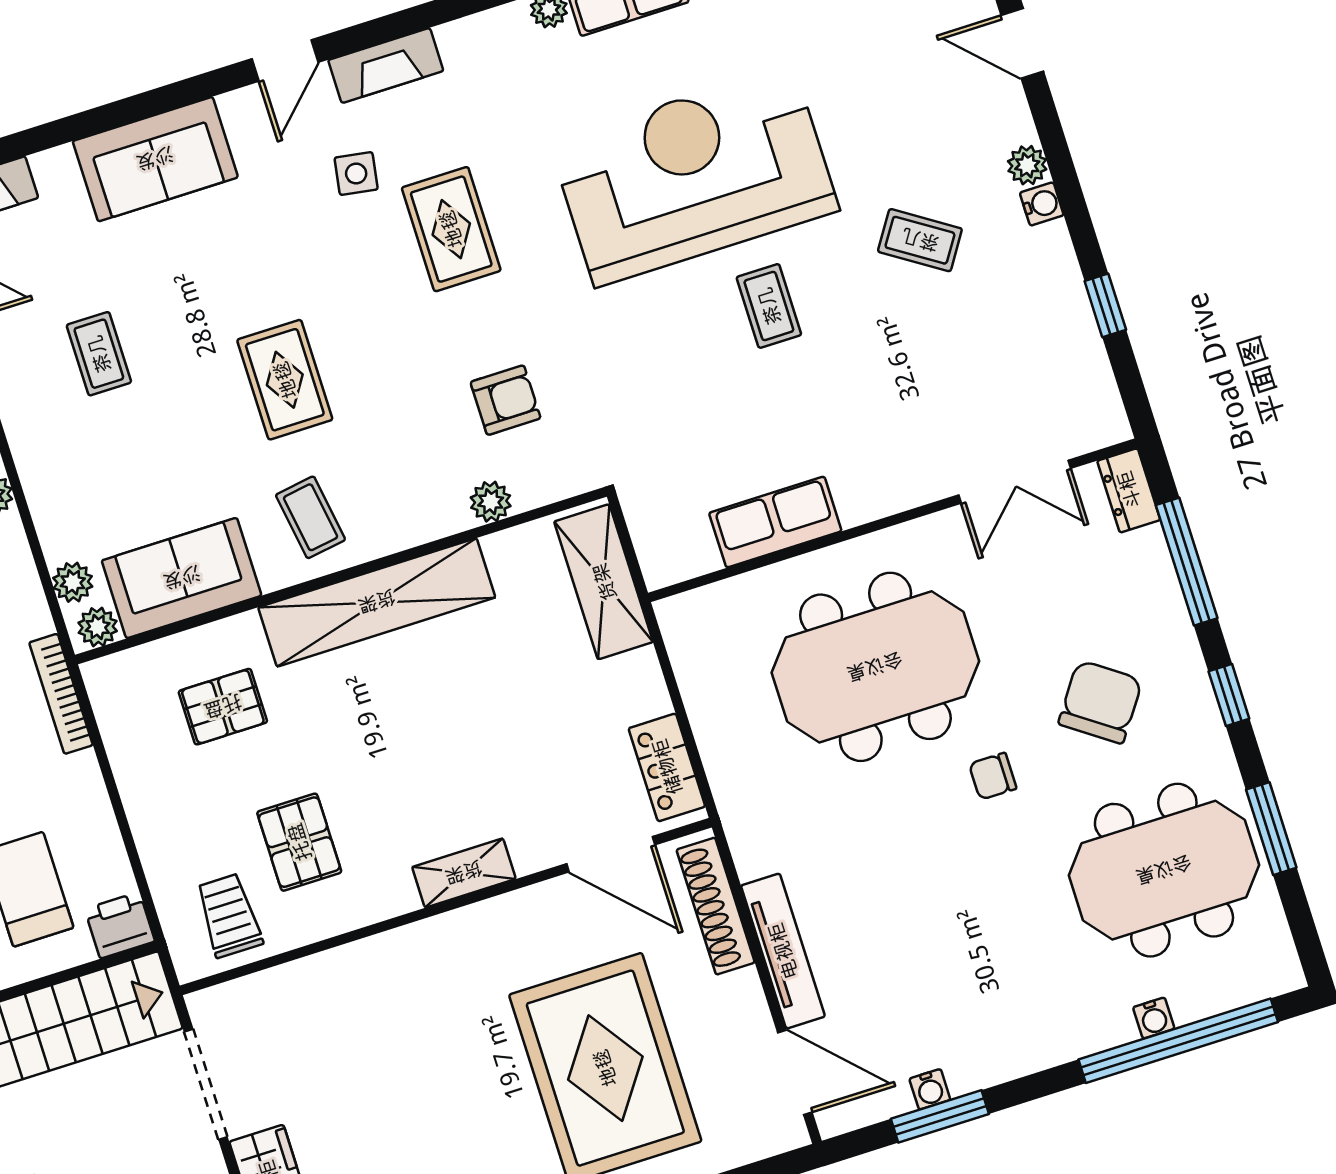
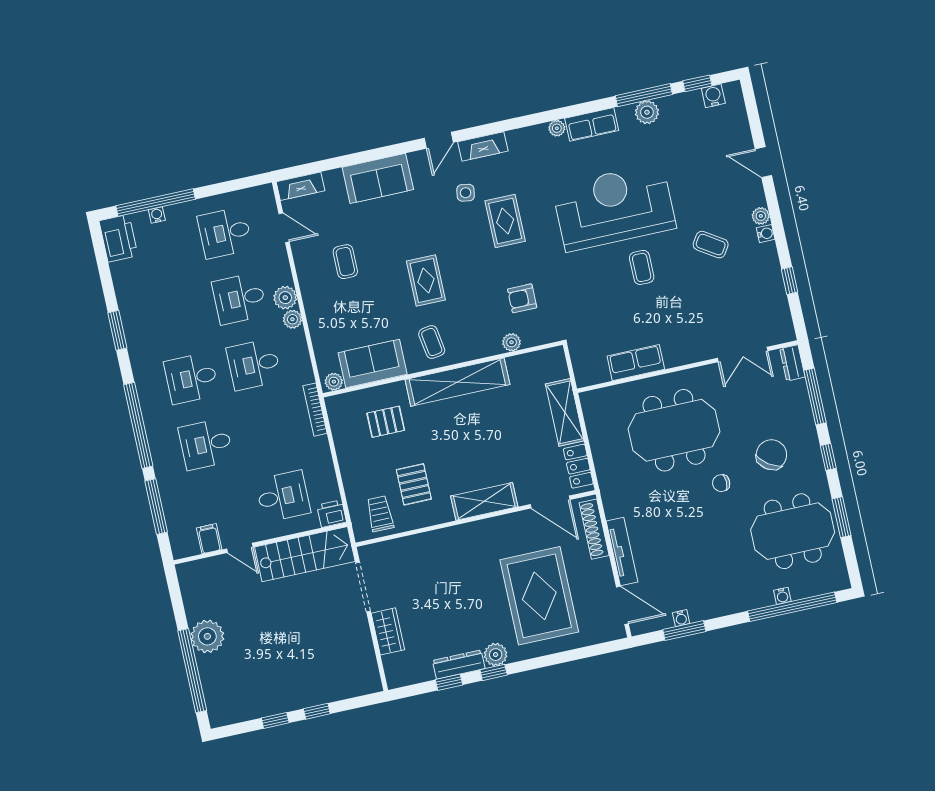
armchair: (506, 400) -> (522, 298), turned 180
plant: (73, 582) -> (325, 361), removed
shelving: (604, 582) -> (565, 412), moved
shelving: (464, 873) -> (484, 501), width x1.50, depth x1.33

